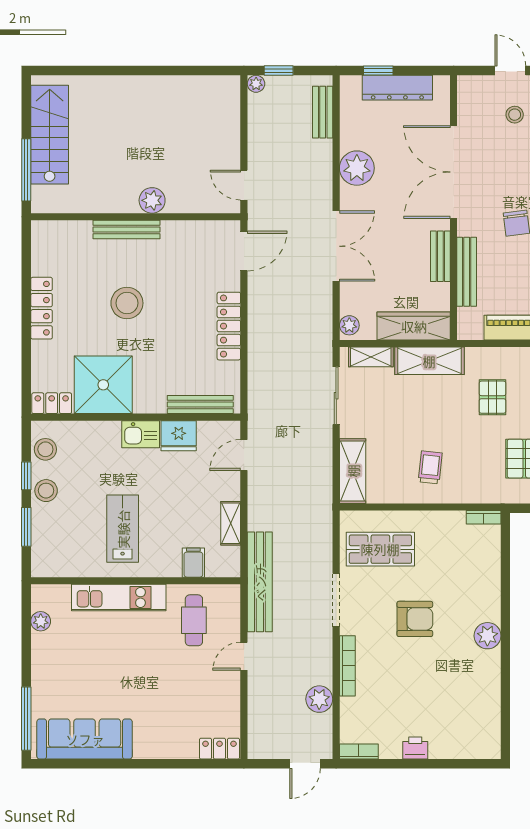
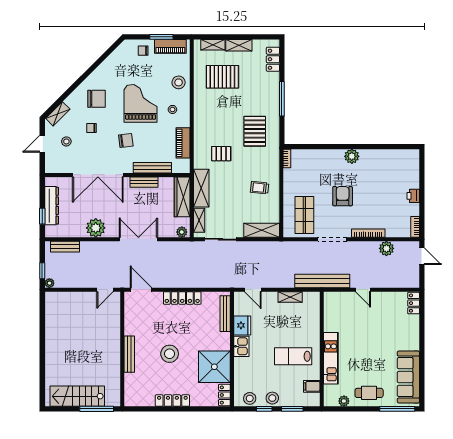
plant: (152, 200) -> (113, 340), removed
filing cabinet: (193, 563) -> (312, 386), moved
cafe table: (194, 620) -> (369, 393), moved

